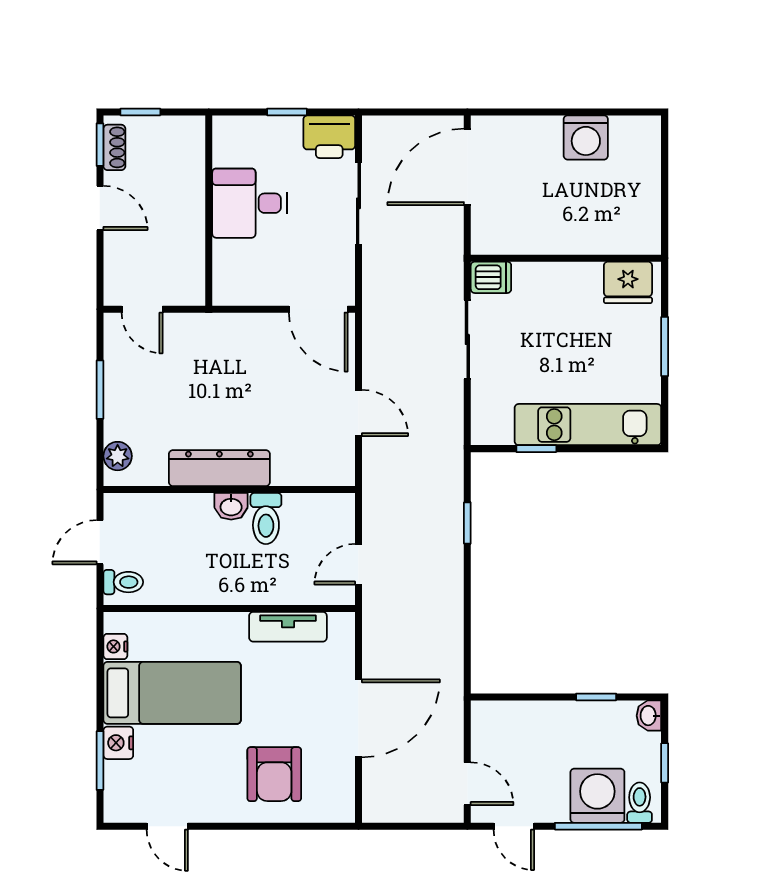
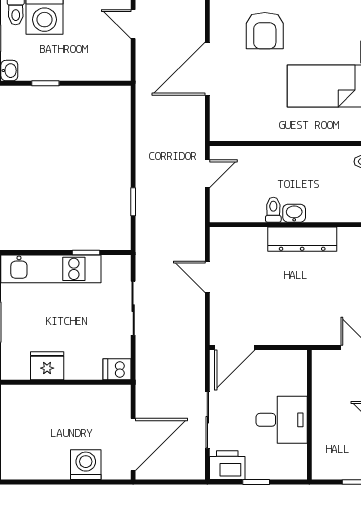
washing machine: (586, 137) -> (86, 465), moved
fridge: (628, 282) -> (47, 366), moved
door: (318, 309) -> (235, 348), swing flipped
sliding door: (467, 339) -> (133, 308), moved
toilet: (266, 518) -> (273, 210), width x0.73, depth x0.72
tv unit: (288, 627) -> (255, 131), removed
armchair: (274, 774) -> (265, 31), turned 180

